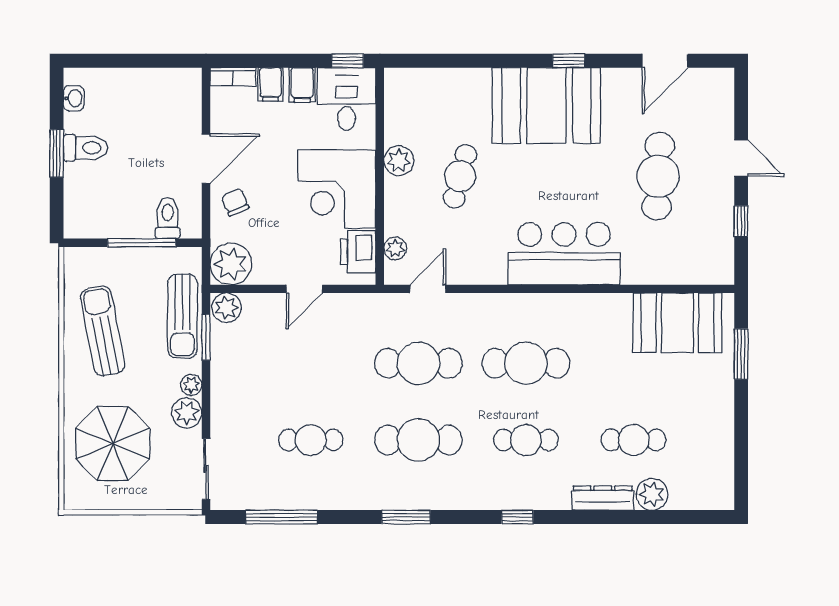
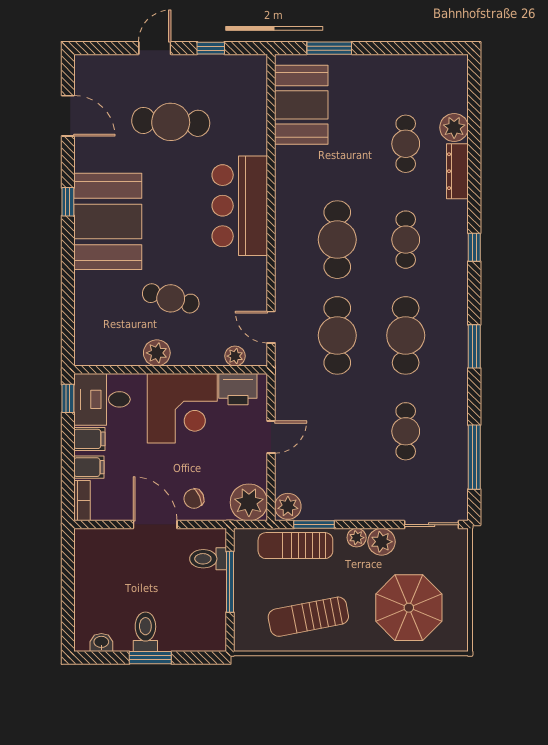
door: (304, 289) -> (271, 437), hinge flipped
sun lounger: (182, 316) -> (295, 546), turned 180

